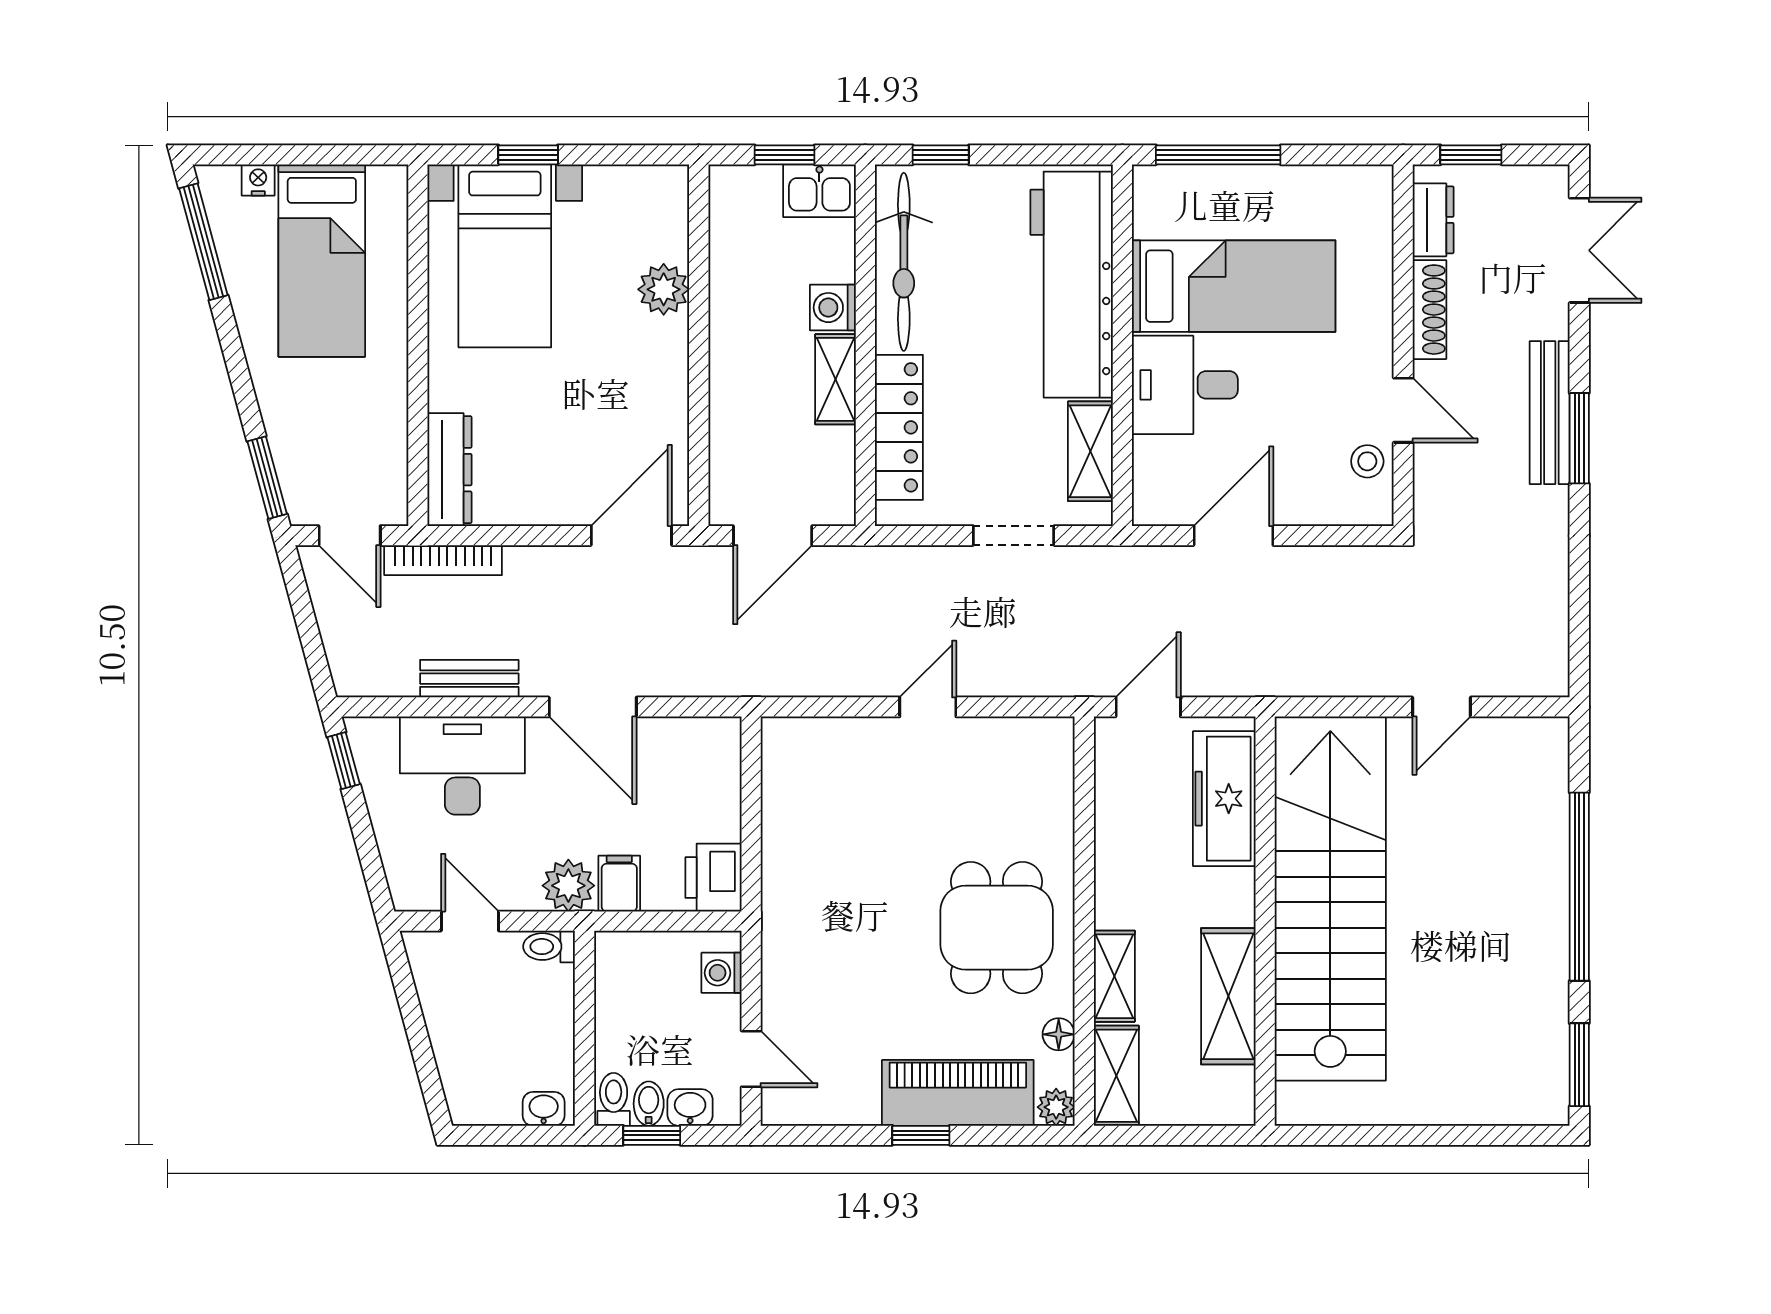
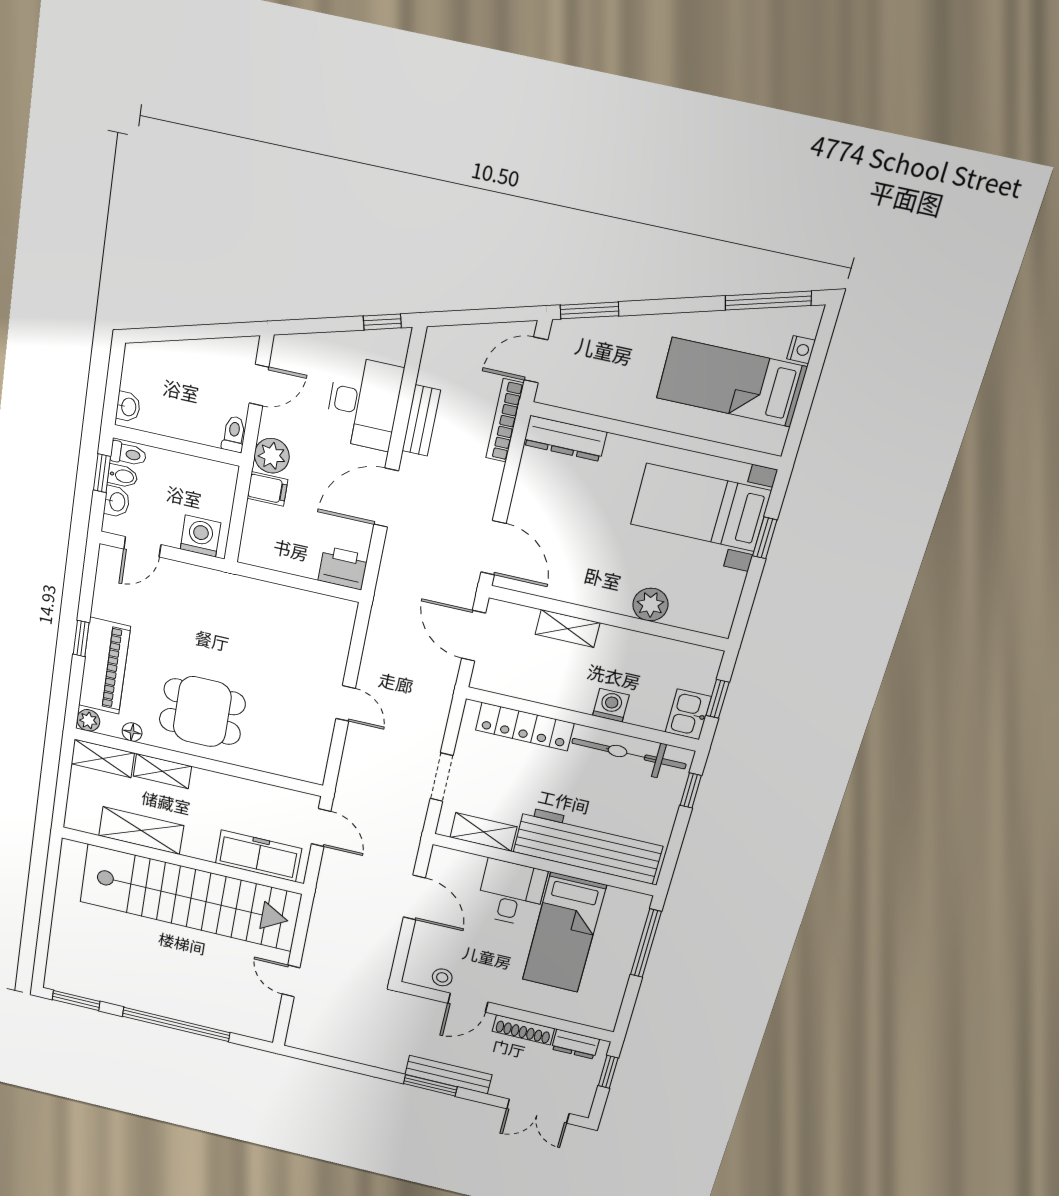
shelving: (835, 379) -> (568, 629), moved
printer: (713, 878) -> (343, 568), moved
washing machine: (722, 973) -> (200, 536), width x1.38, depth x1.38

